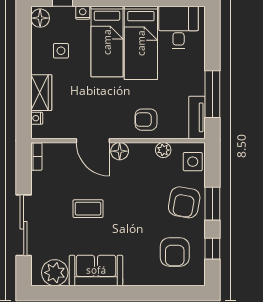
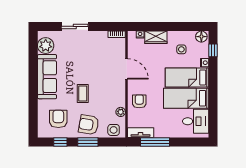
door: (93, 141) -> (126, 69), swing flipped
floor lamp: (120, 151) -> (120, 85), removed
coffee table: (88, 209) -> (83, 93), moved
sliding door: (24, 225) -> (75, 26), width x0.73
armchair: (175, 252) -> (58, 119), turned 90
sofa: (96, 270) -> (47, 77), width x1.36

